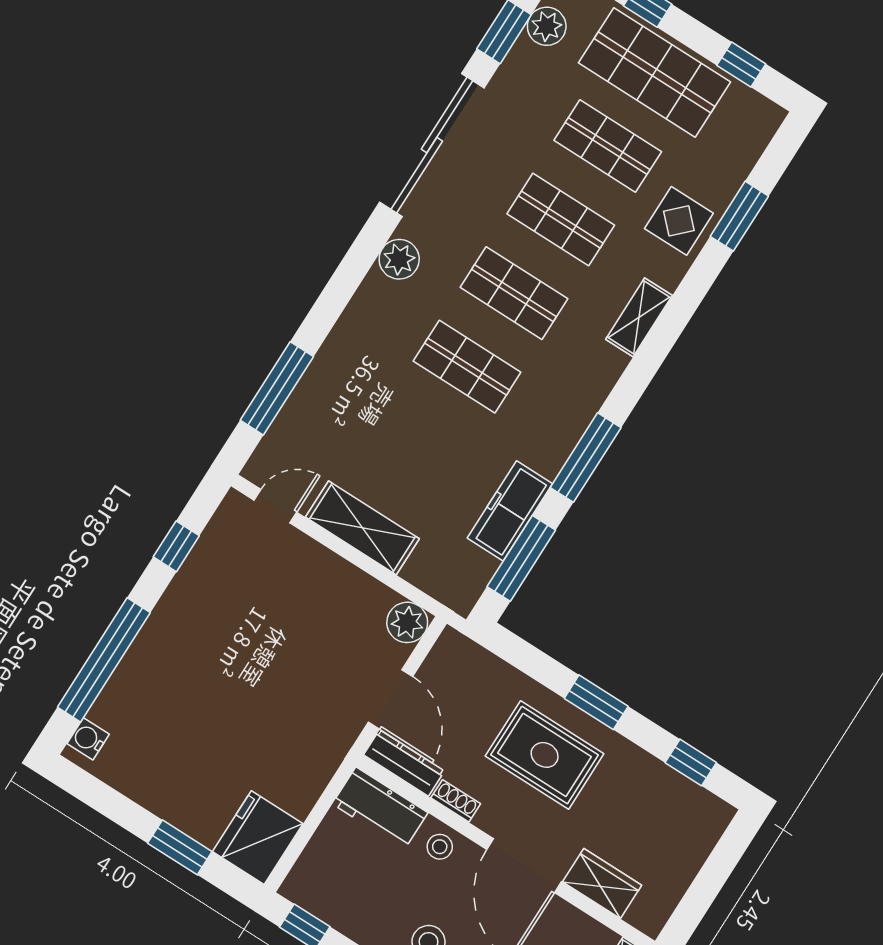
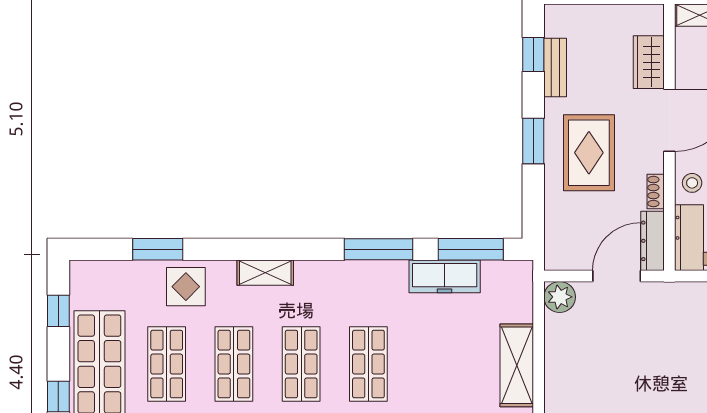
bench: (661, 777) -> (555, 68), added

